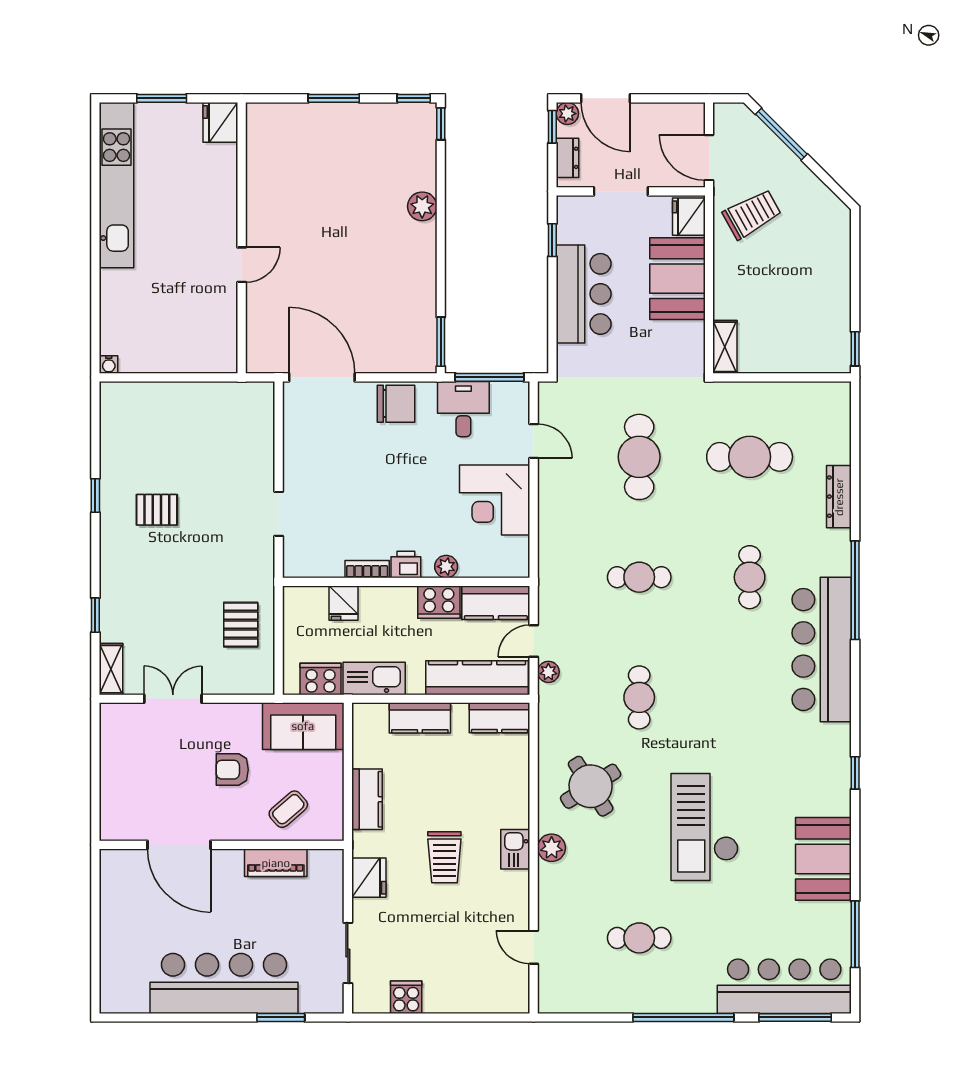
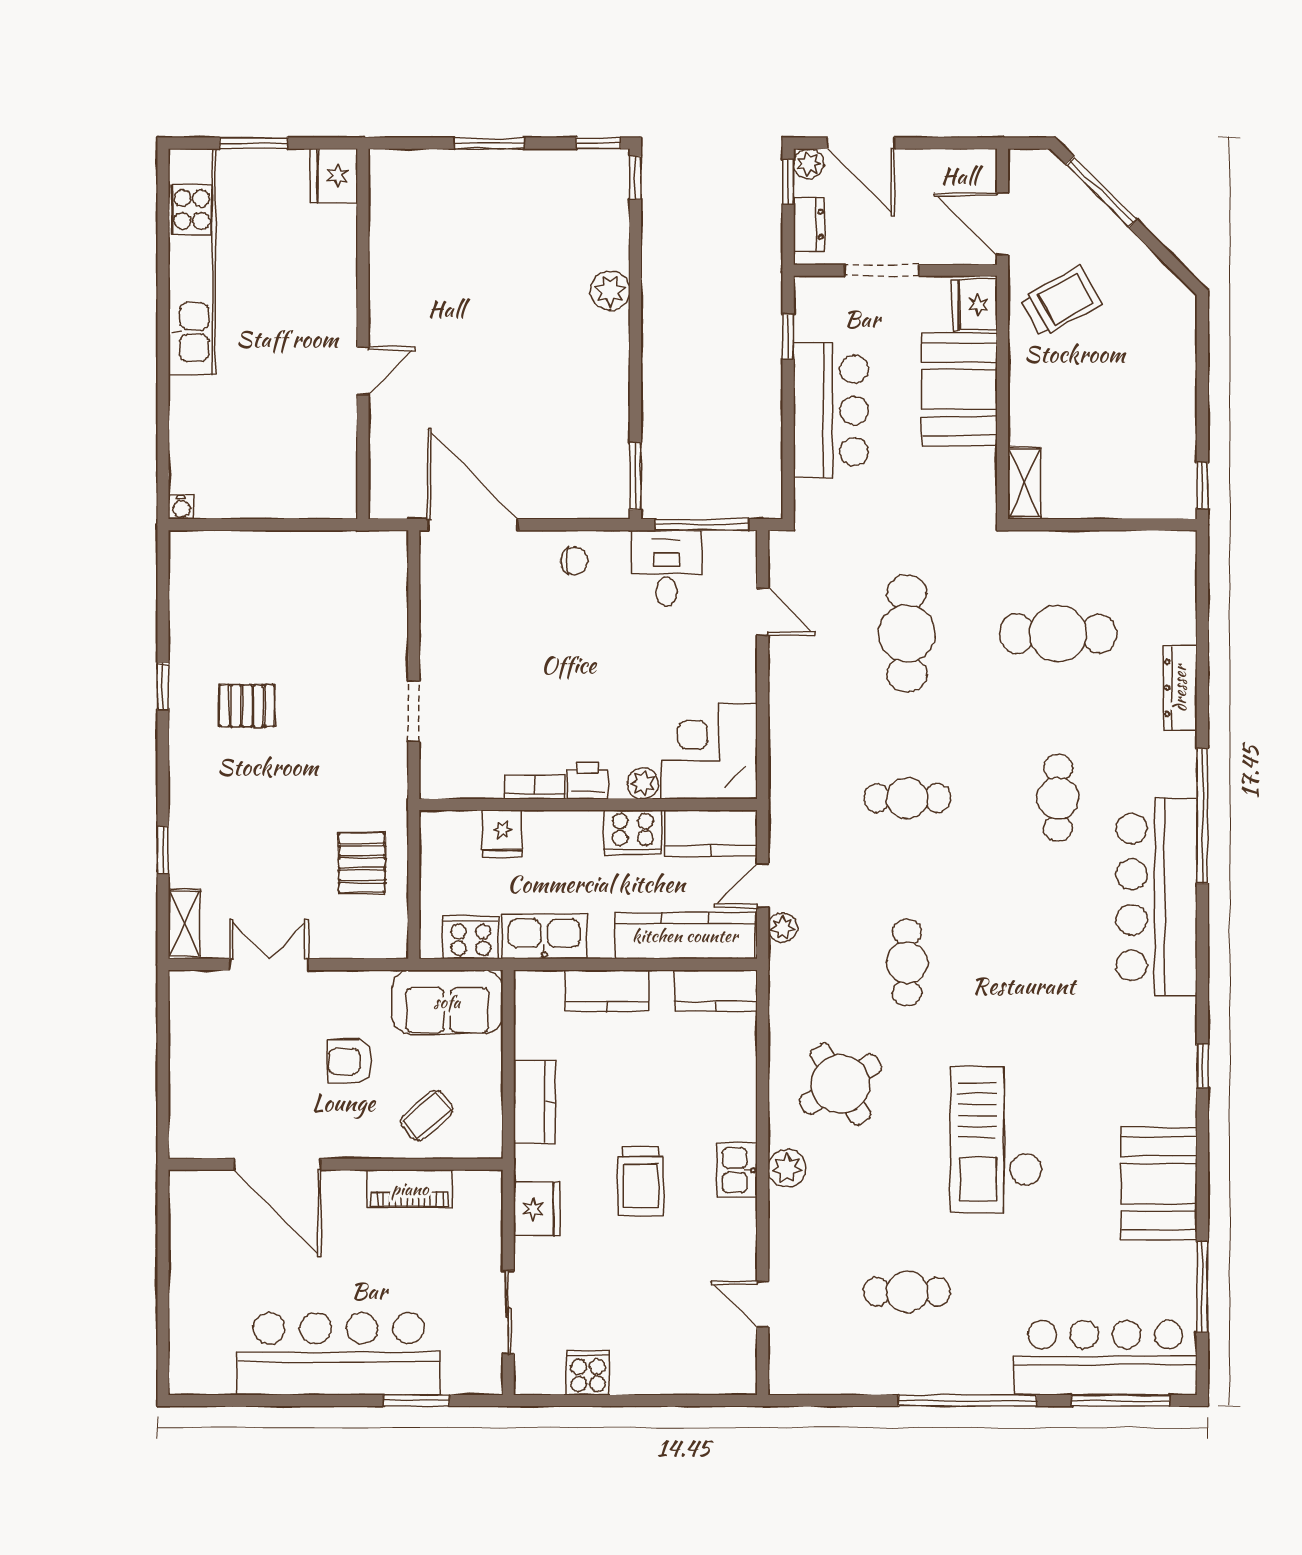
chair: (396, 404) -> (574, 561), width x0.54, depth x0.54
corner desk: (495, 500) -> (709, 751), moved, turned 90

